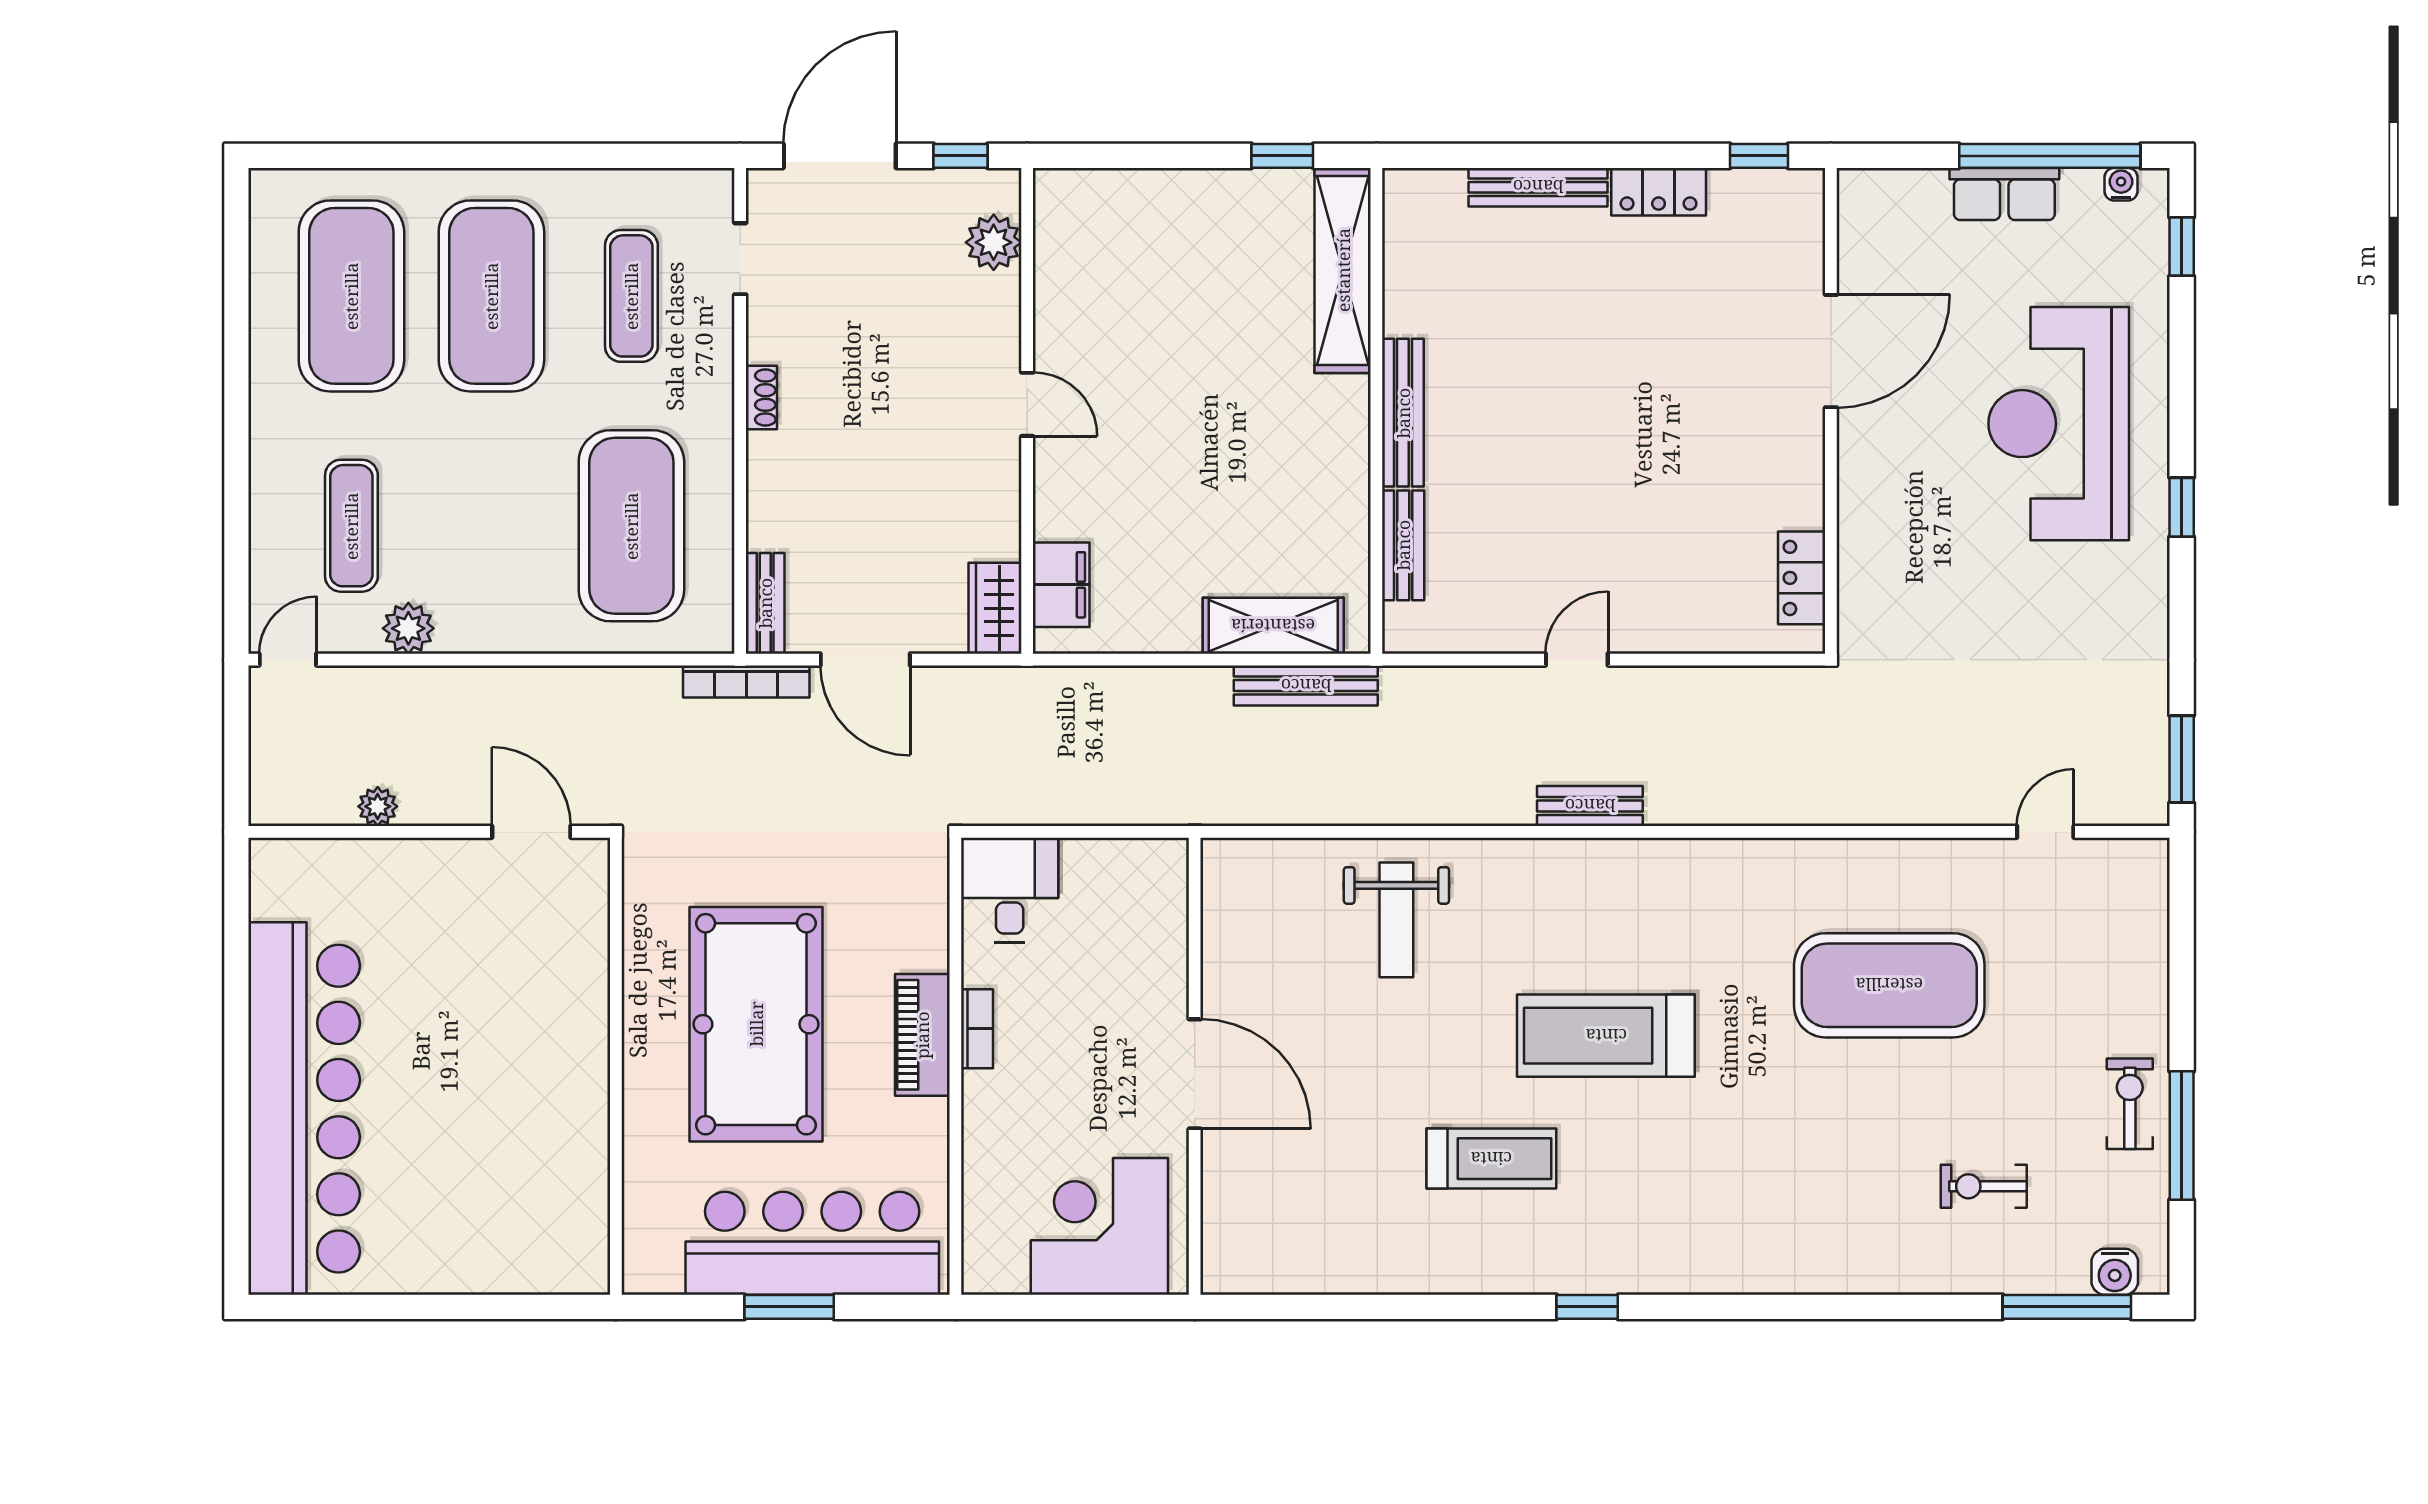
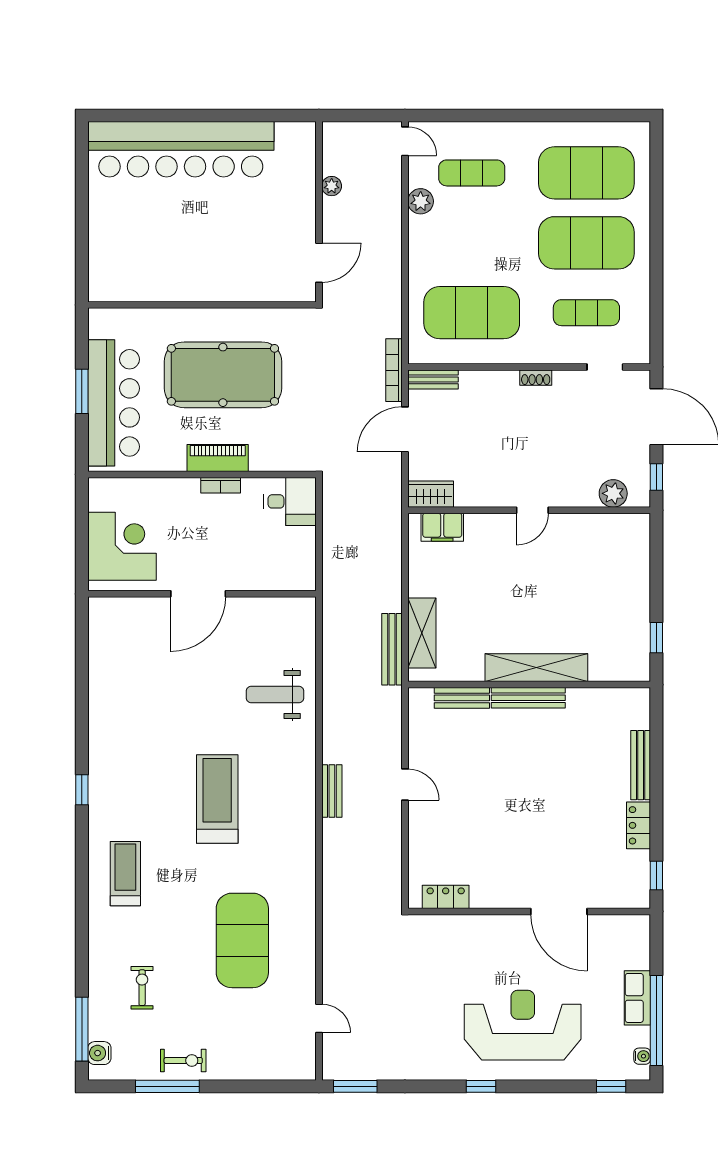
shelving: (1343, 270) -> (536, 668), moved
treadmill: (1491, 1159) -> (125, 874), moved, turned 180

